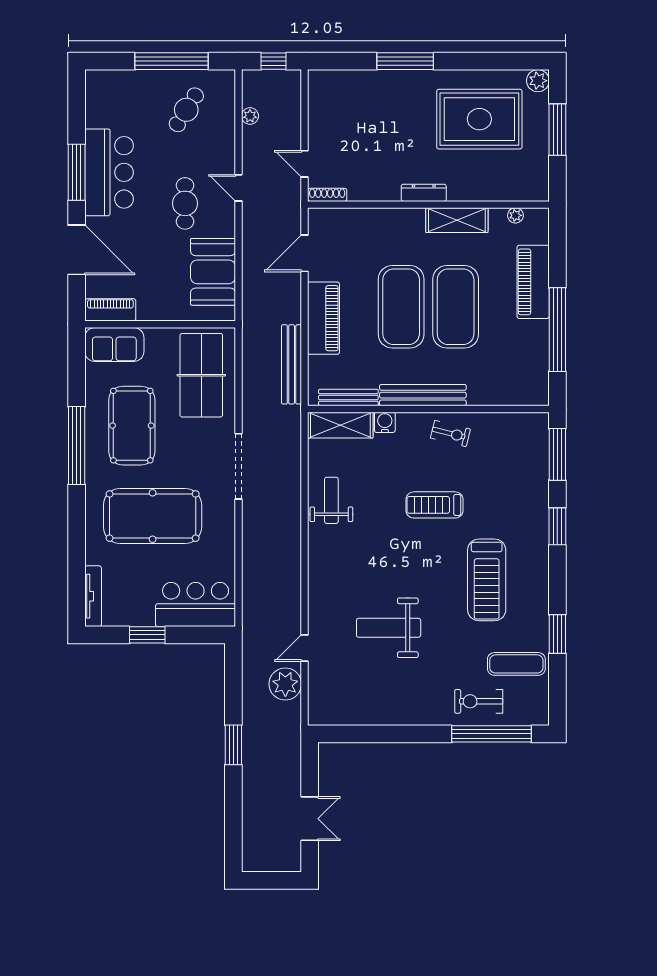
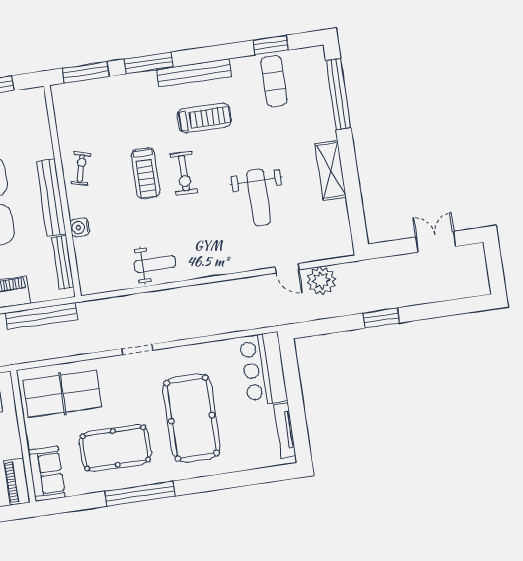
shelving: (340, 425) -> (331, 170), moved
doorway: (239, 466) -> (137, 349), width x0.53
weight bench: (331, 500) -> (155, 264), turned 180
window: (557, 526) -> (148, 63), width x1.44
bench: (539, 576) -> (194, 73), added
treadmill: (487, 580) -> (204, 118), width x0.73, depth x0.73
tv unit: (93, 596) -> (285, 430), moved, turned -90
window: (557, 634) -> (271, 45), moved
window: (147, 635) -> (296, 407), removed
exercise bike: (479, 701) -> (184, 173), moved

